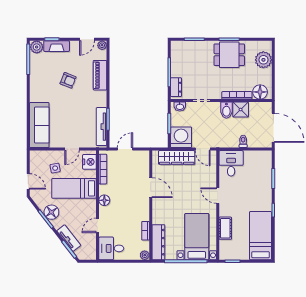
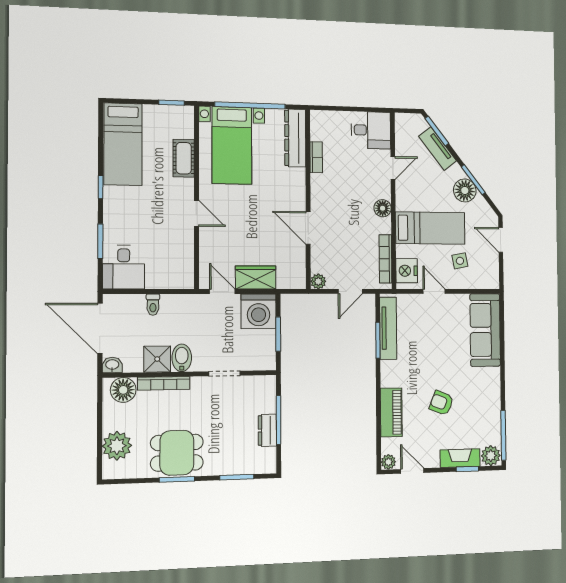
door: (87, 39) -> (412, 471), hinge flipped
dresser: (176, 87) -> (267, 430), moved
washbasin: (180, 106) -> (112, 365), moved
door: (72, 149) -> (434, 291), hinge flipped
wardrobe: (177, 157) -> (256, 277), width x0.67
desk: (231, 163) -> (124, 267), moved
plant: (145, 255) -> (318, 281), moved

